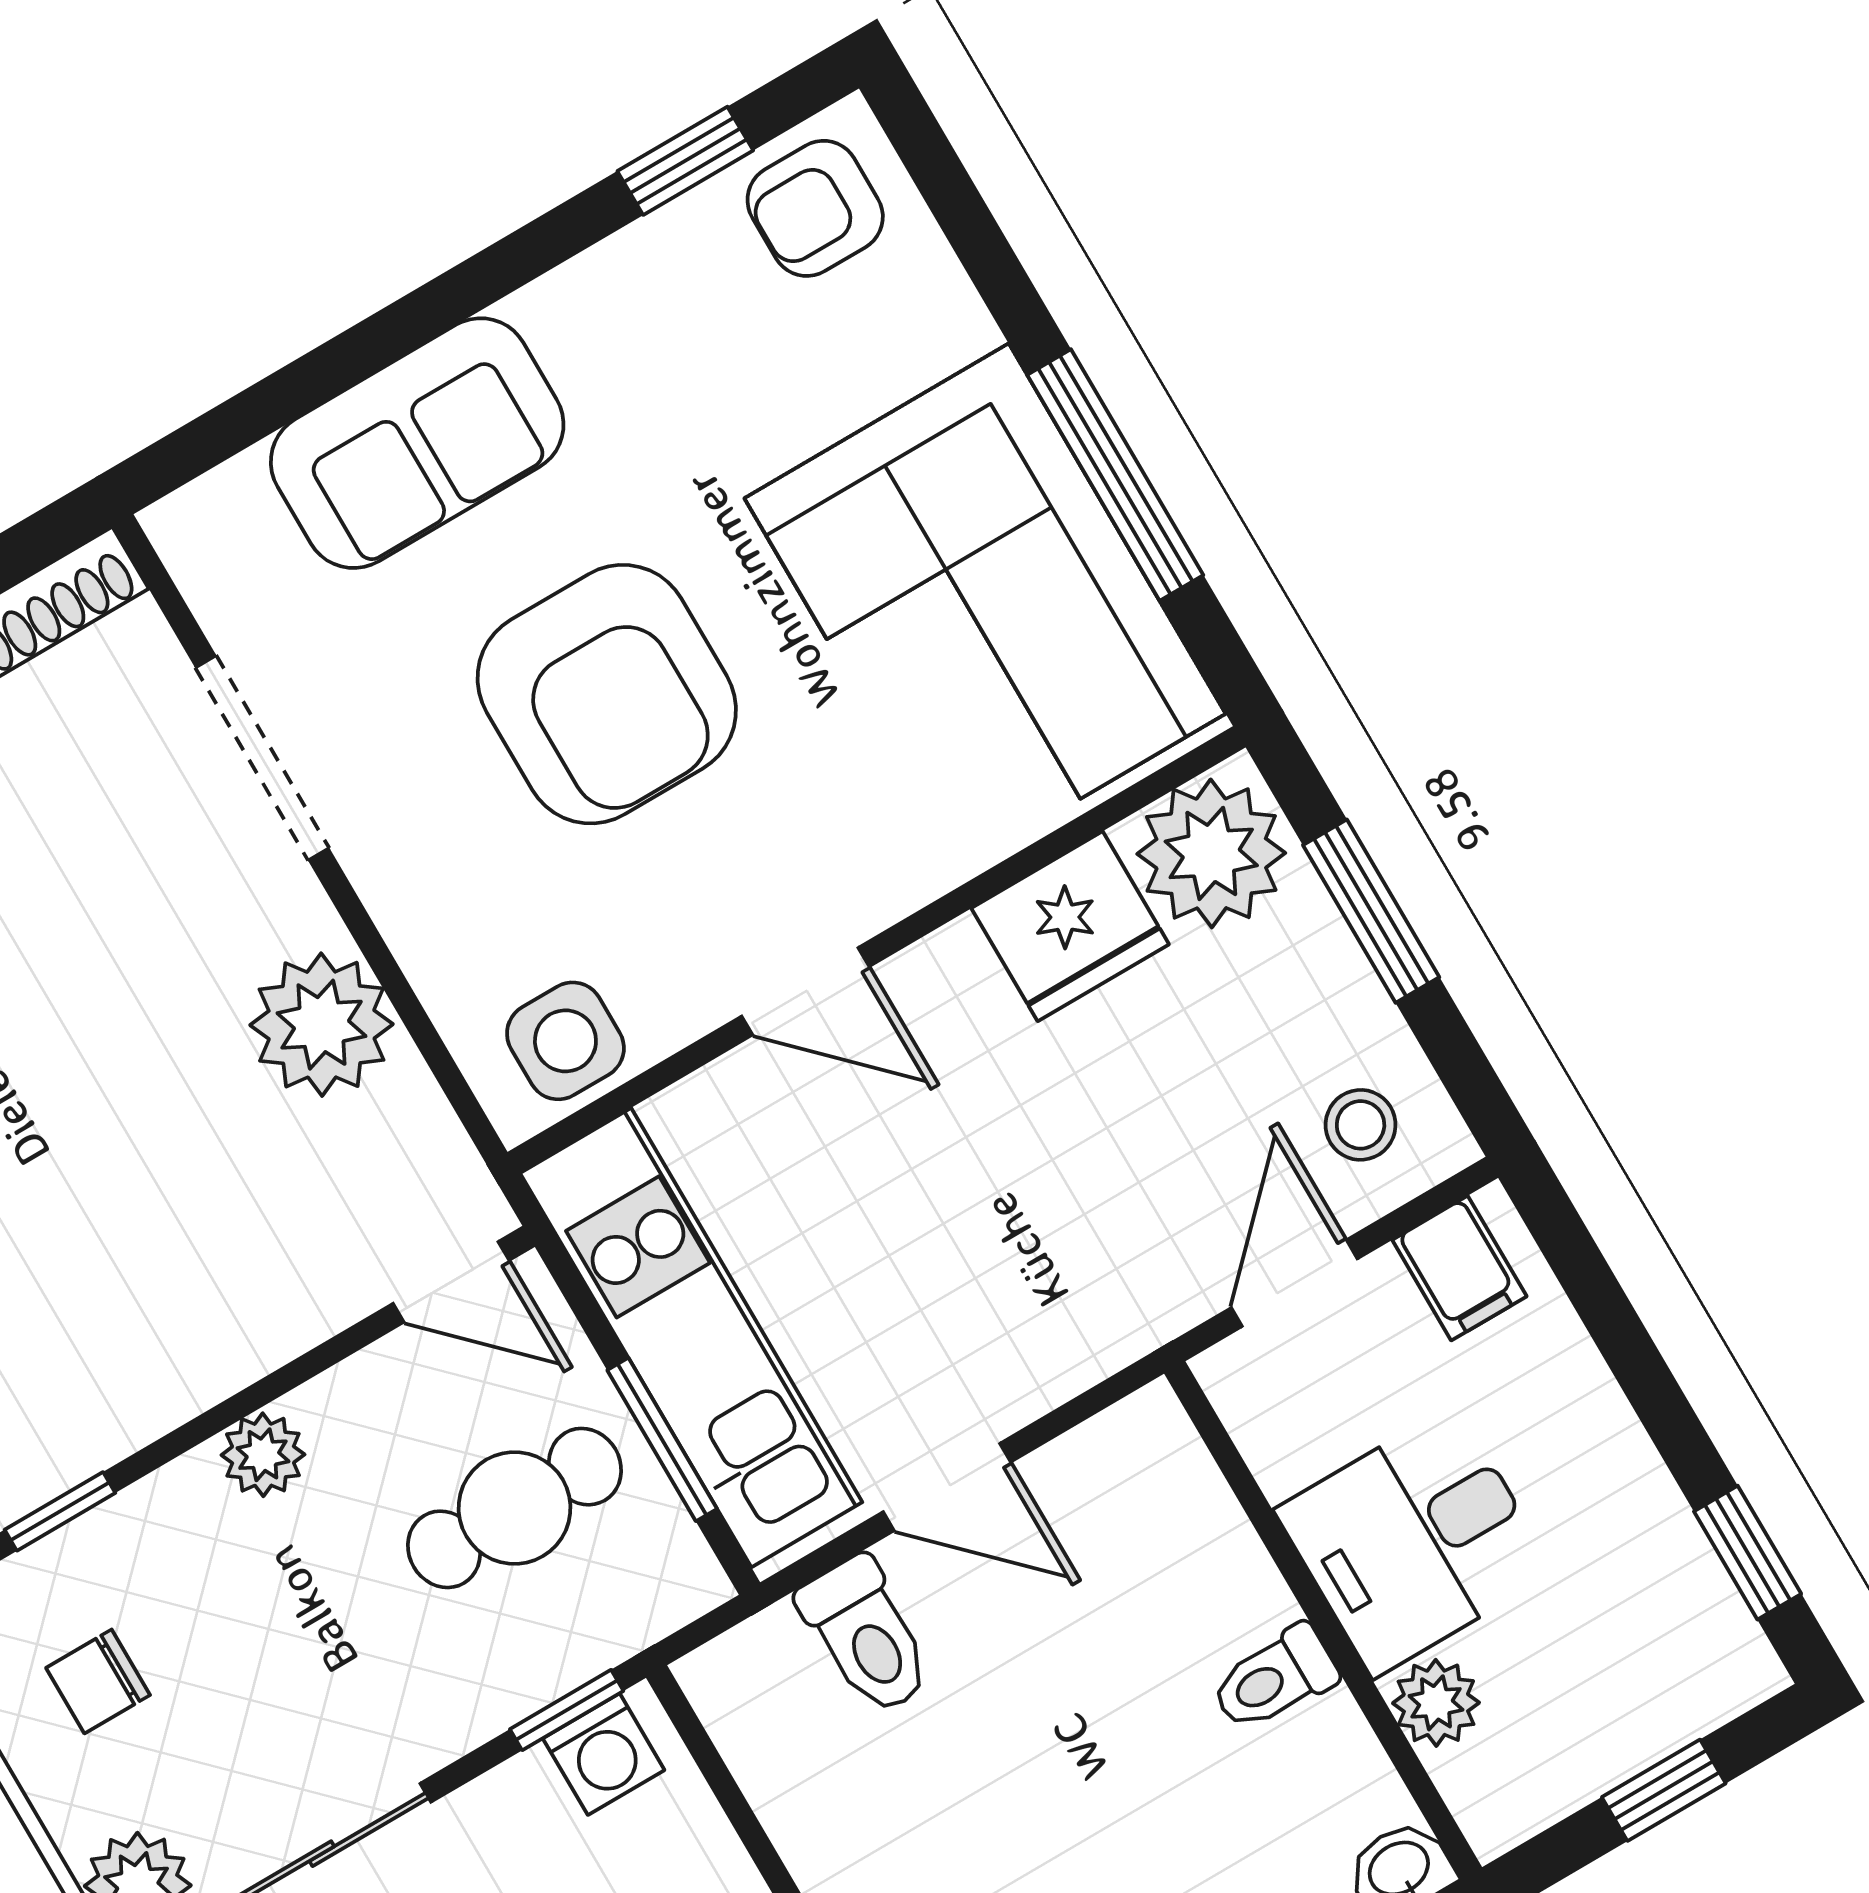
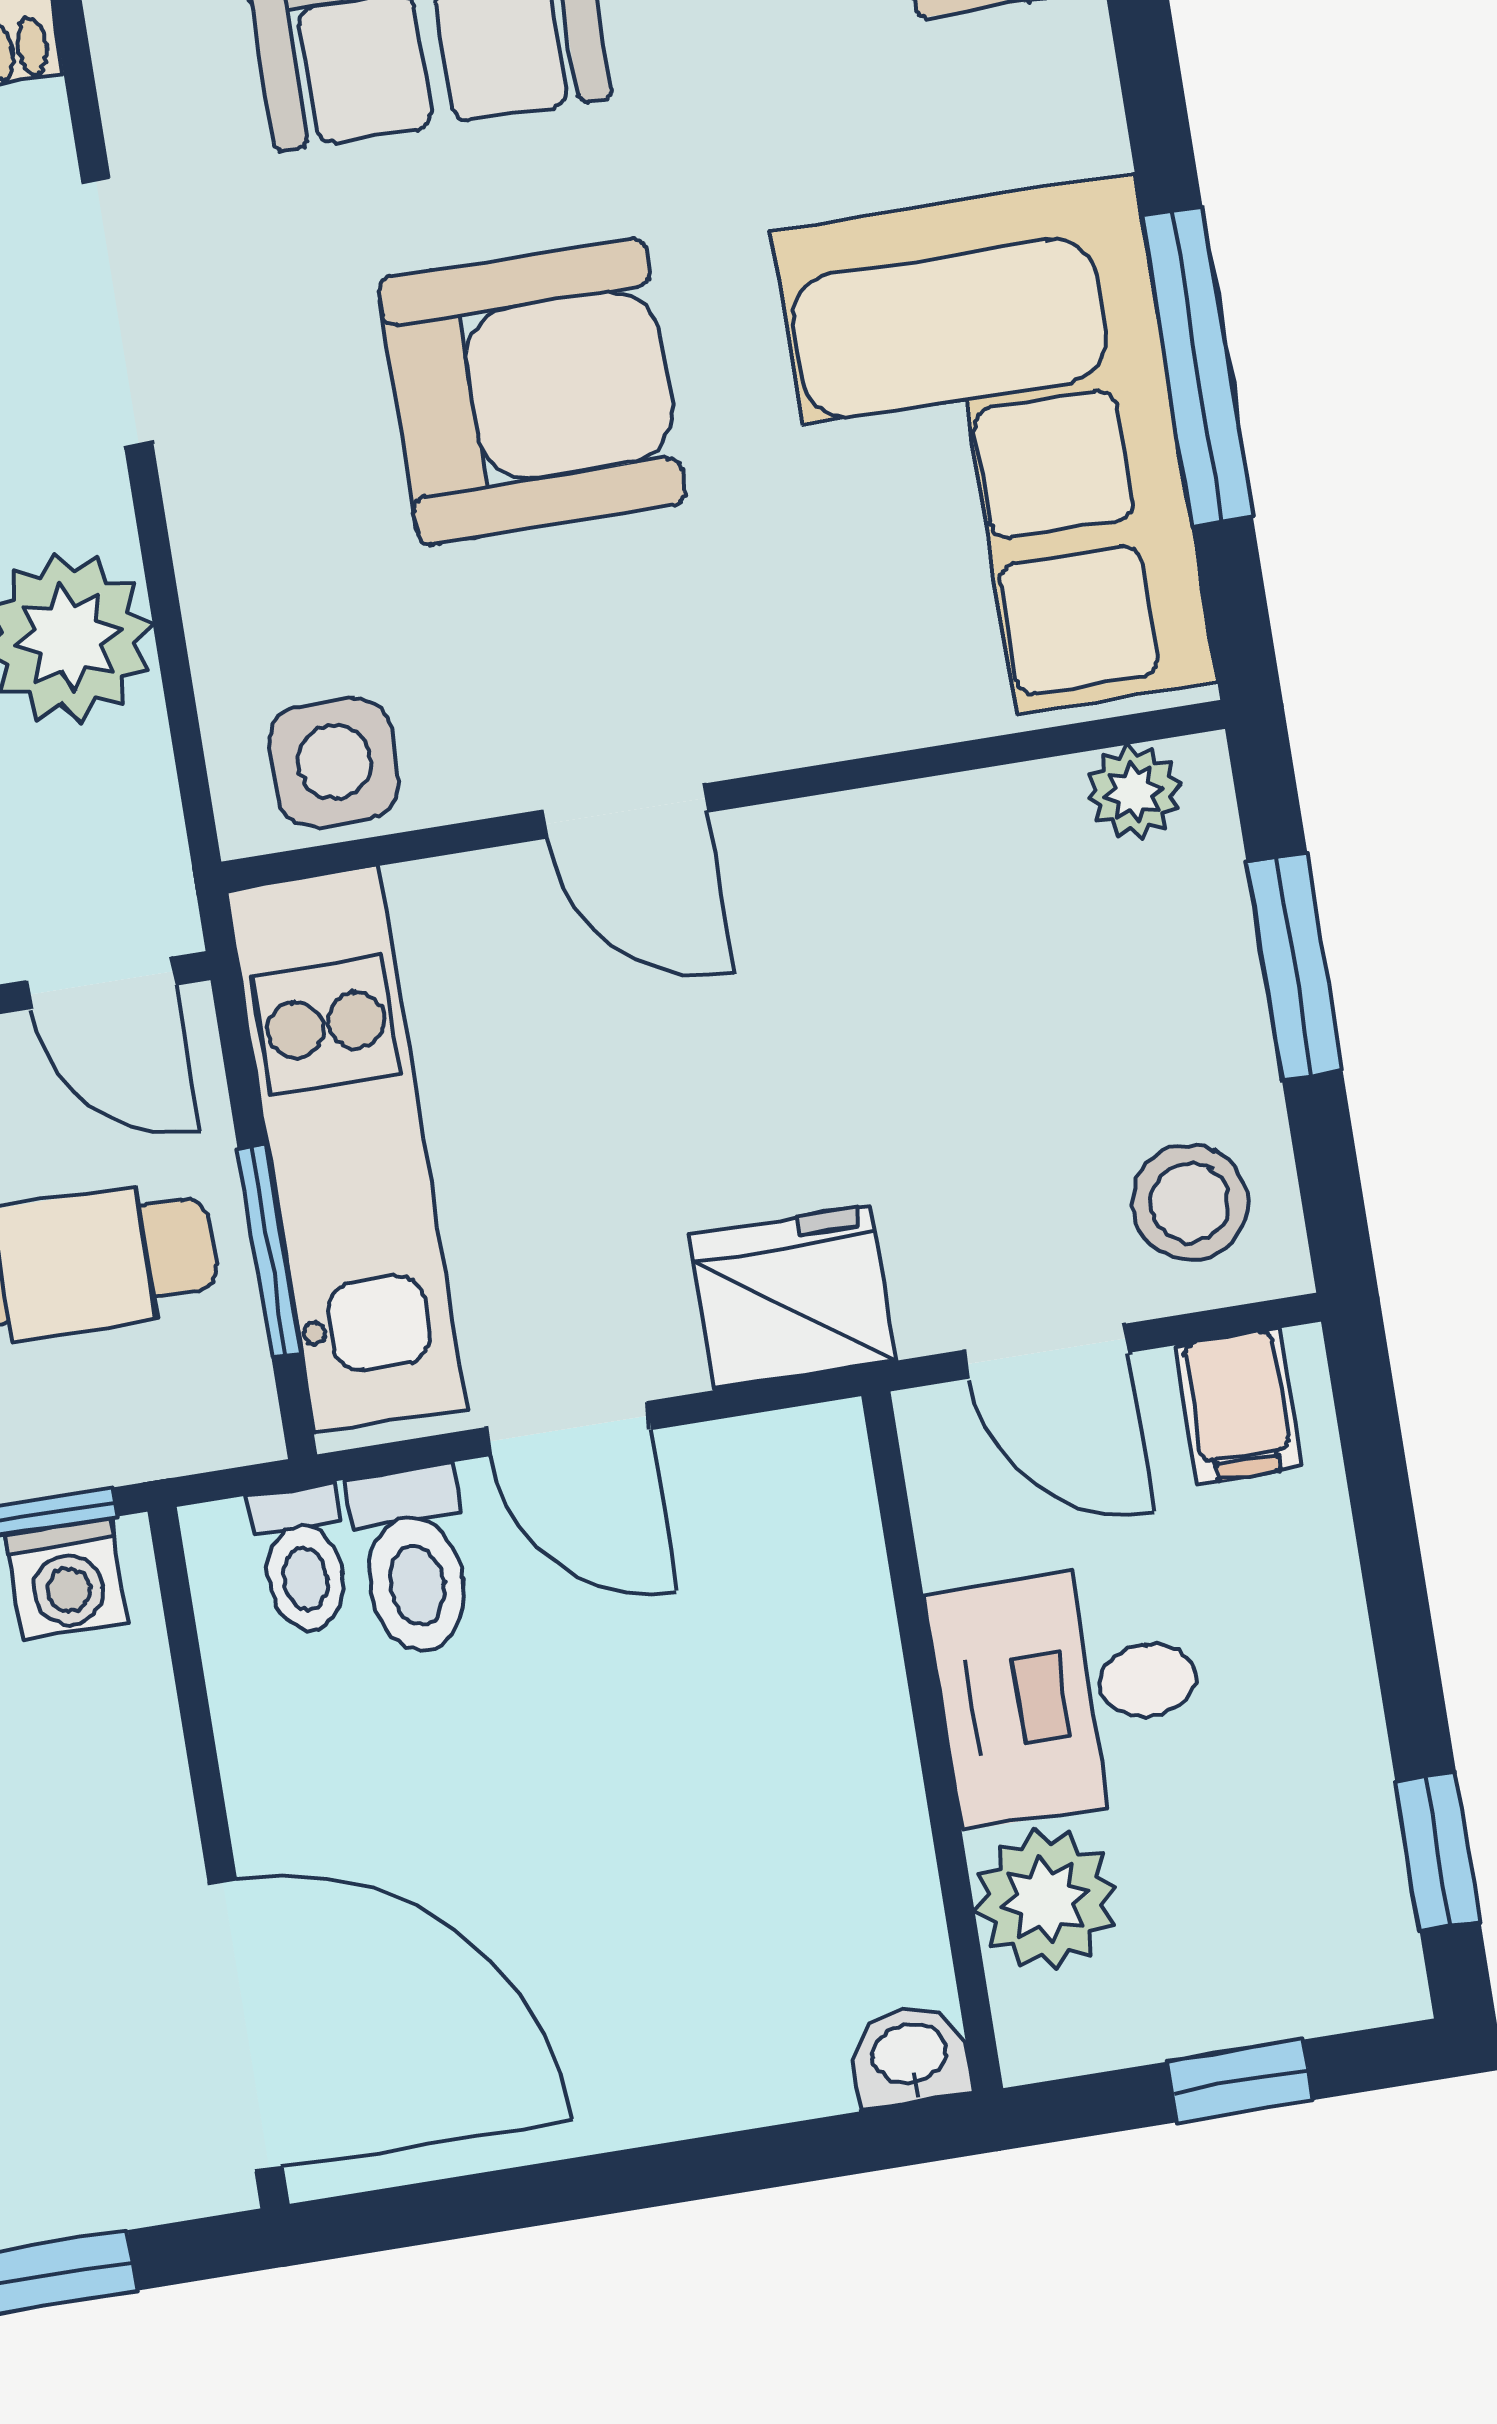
armchair: (607, 694) -> (532, 391), turned -90
plant: (1211, 853) -> (1134, 792), width x0.53, depth x0.53
fridge: (1070, 926) -> (792, 1298), moved, turned 180
stool: (1361, 1125) -> (1190, 1202), width x1.37, depth x1.37
door: (1294, 1283) -> (1047, 1351), swing flipped
toilet: (1274, 1679) -> (302, 1559), moved, turned -90
plant: (1436, 1703) -> (1045, 1900), width x1.38, depth x1.38

